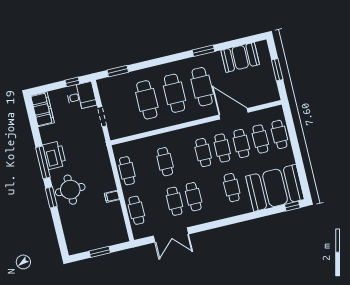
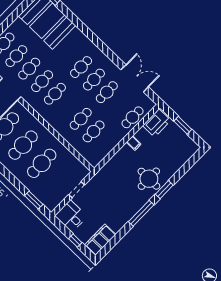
window: (72, 82) -> (75, 241), moved
printer: (54, 155) -> (157, 123), moved, turned 180
cafe table: (127, 171) -> (94, 131), moved
cafe table: (232, 188) -> (81, 67), moved

